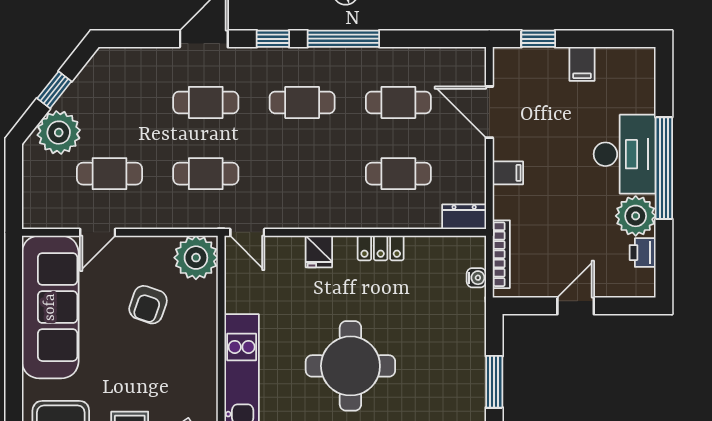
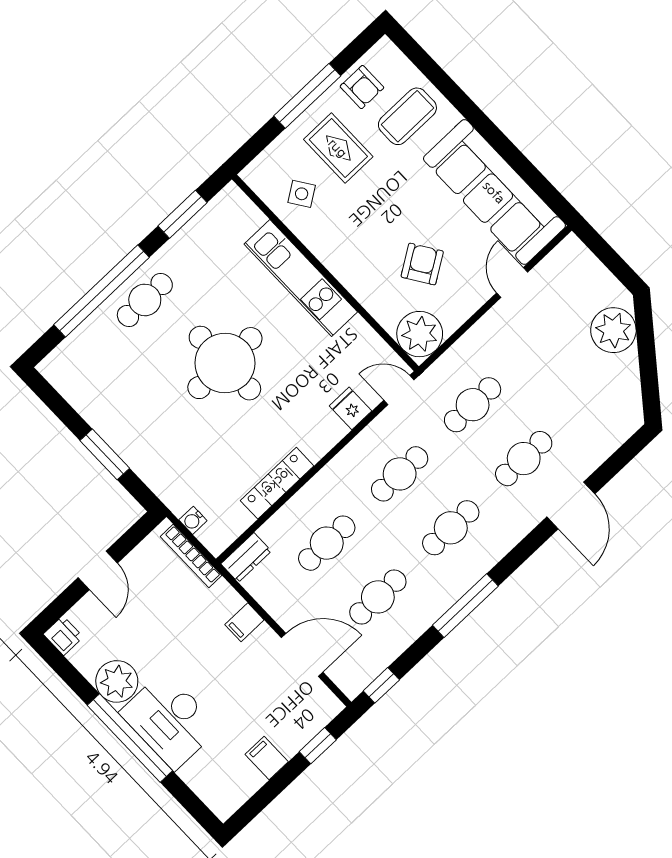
window: (273, 39) -> (381, 685), moved
window: (54, 90) -> (647, 359), removed
cafe table: (109, 174) -> (400, 474), moved
locker: (381, 248) -> (277, 483), width x1.53
fridge: (319, 252) -> (351, 408), moved
printer: (643, 253) -> (63, 636), moved
armchair: (148, 305) -> (422, 264), turned 38

